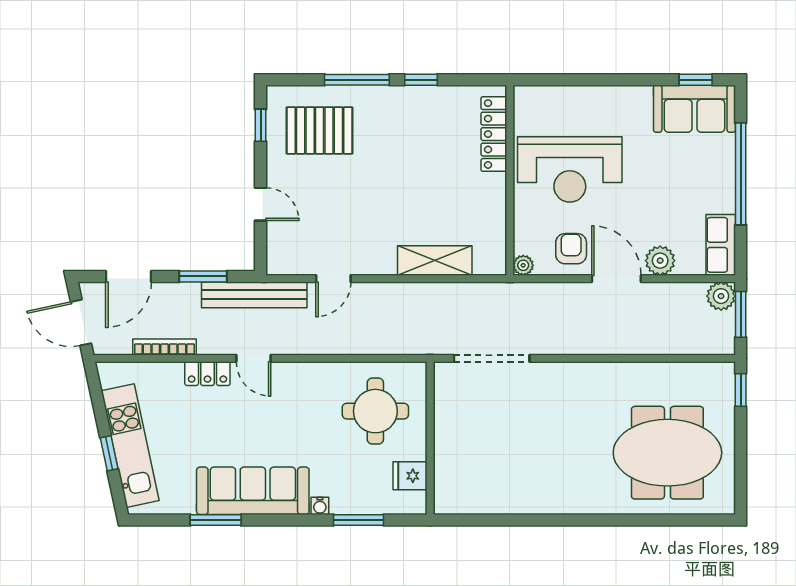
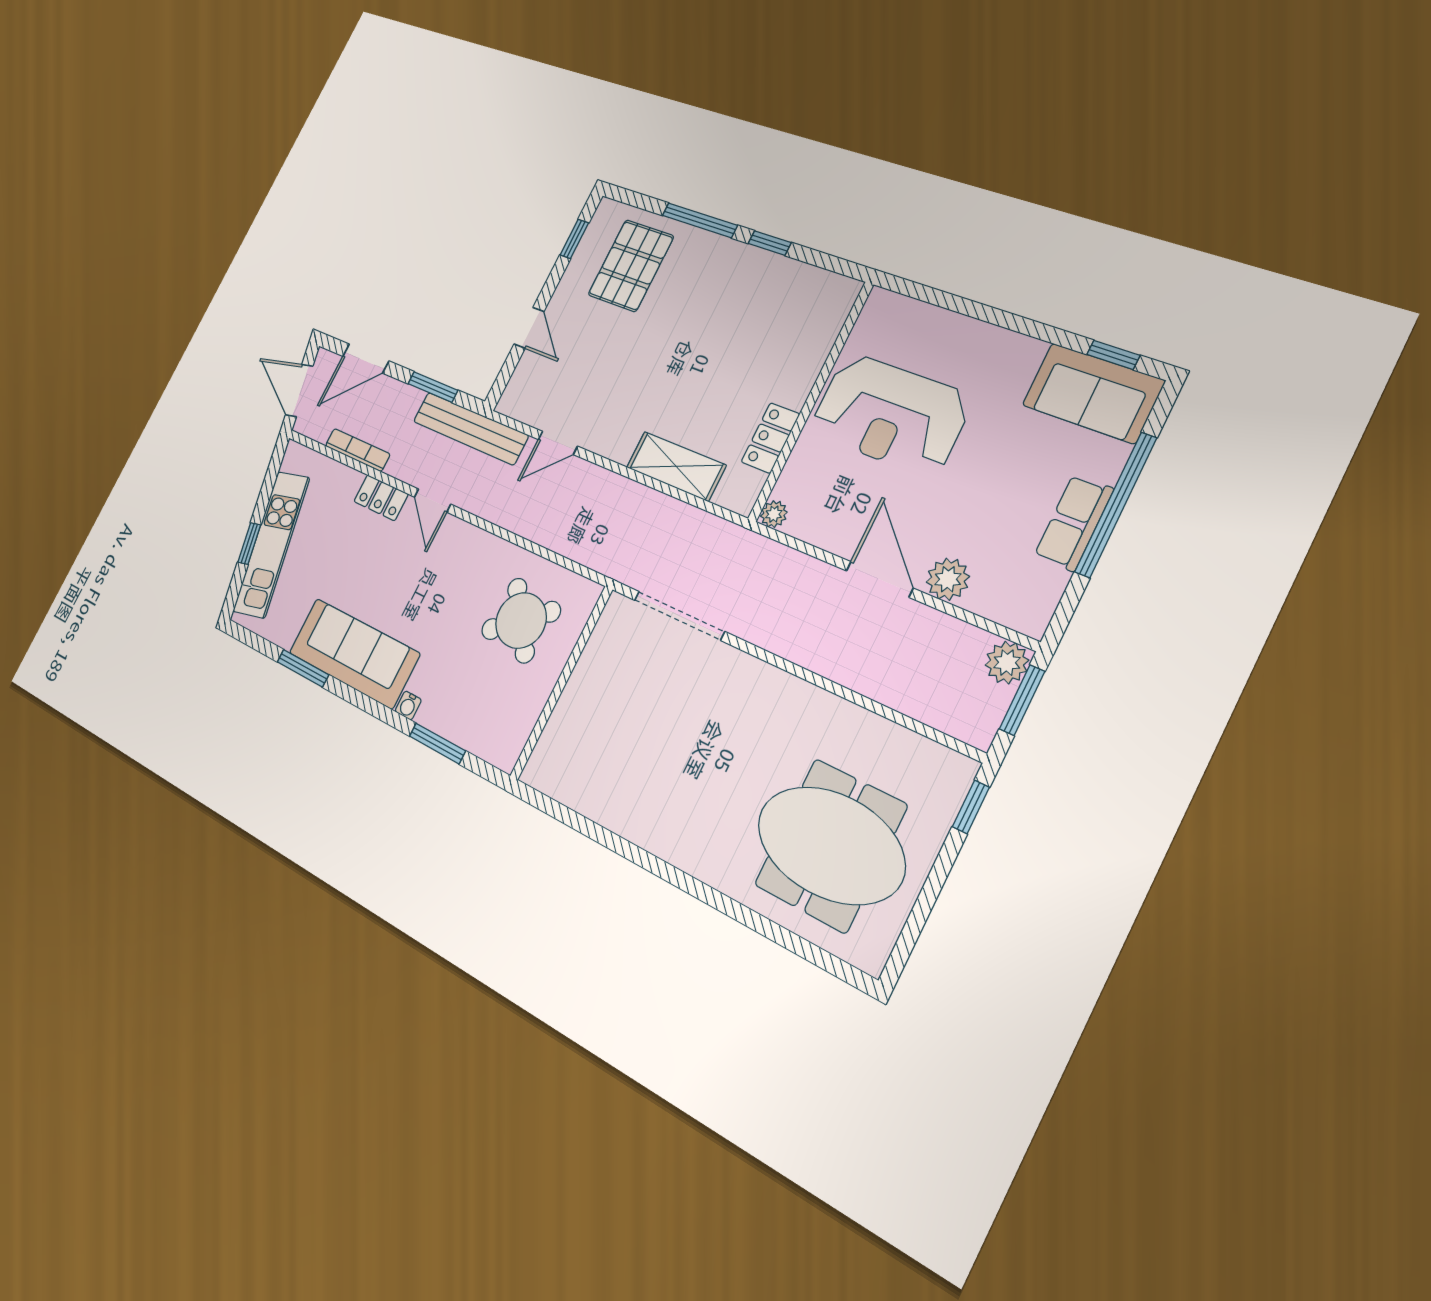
pallet: (320, 130) -> (631, 266), turned 90
locker: (494, 134) -> (770, 438), moved, width x0.66
row of seats: (721, 245) -> (1074, 523), moved
armchair: (571, 249) -> (842, 517), removed
round table: (375, 411) -> (521, 620), turned -38
fridge: (410, 476) -> (517, 718), removed

